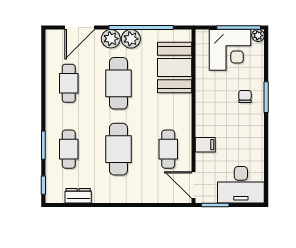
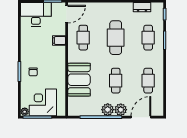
booth: (175, 68) -> (79, 80), moved
cafe table: (118, 83) -> (116, 81), width x0.73, depth x0.74
door: (194, 185) -> (67, 14), hinge flipped

